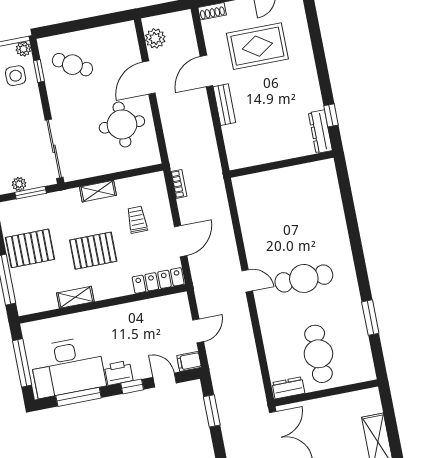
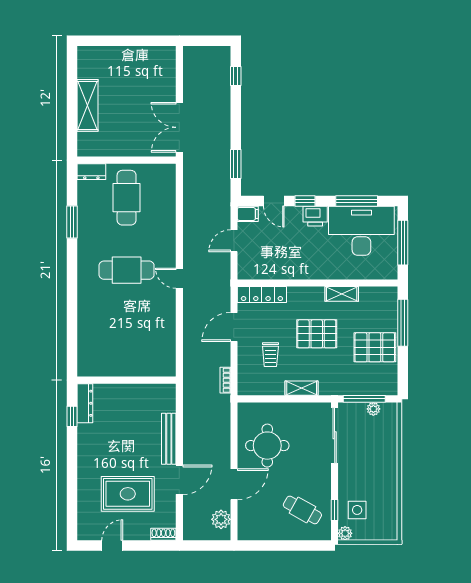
bench: (224, 105) -> (169, 439), width x1.36
window: (31, 193) -> (364, 399), width x1.44
dresser: (288, 388) -> (91, 172), moved

